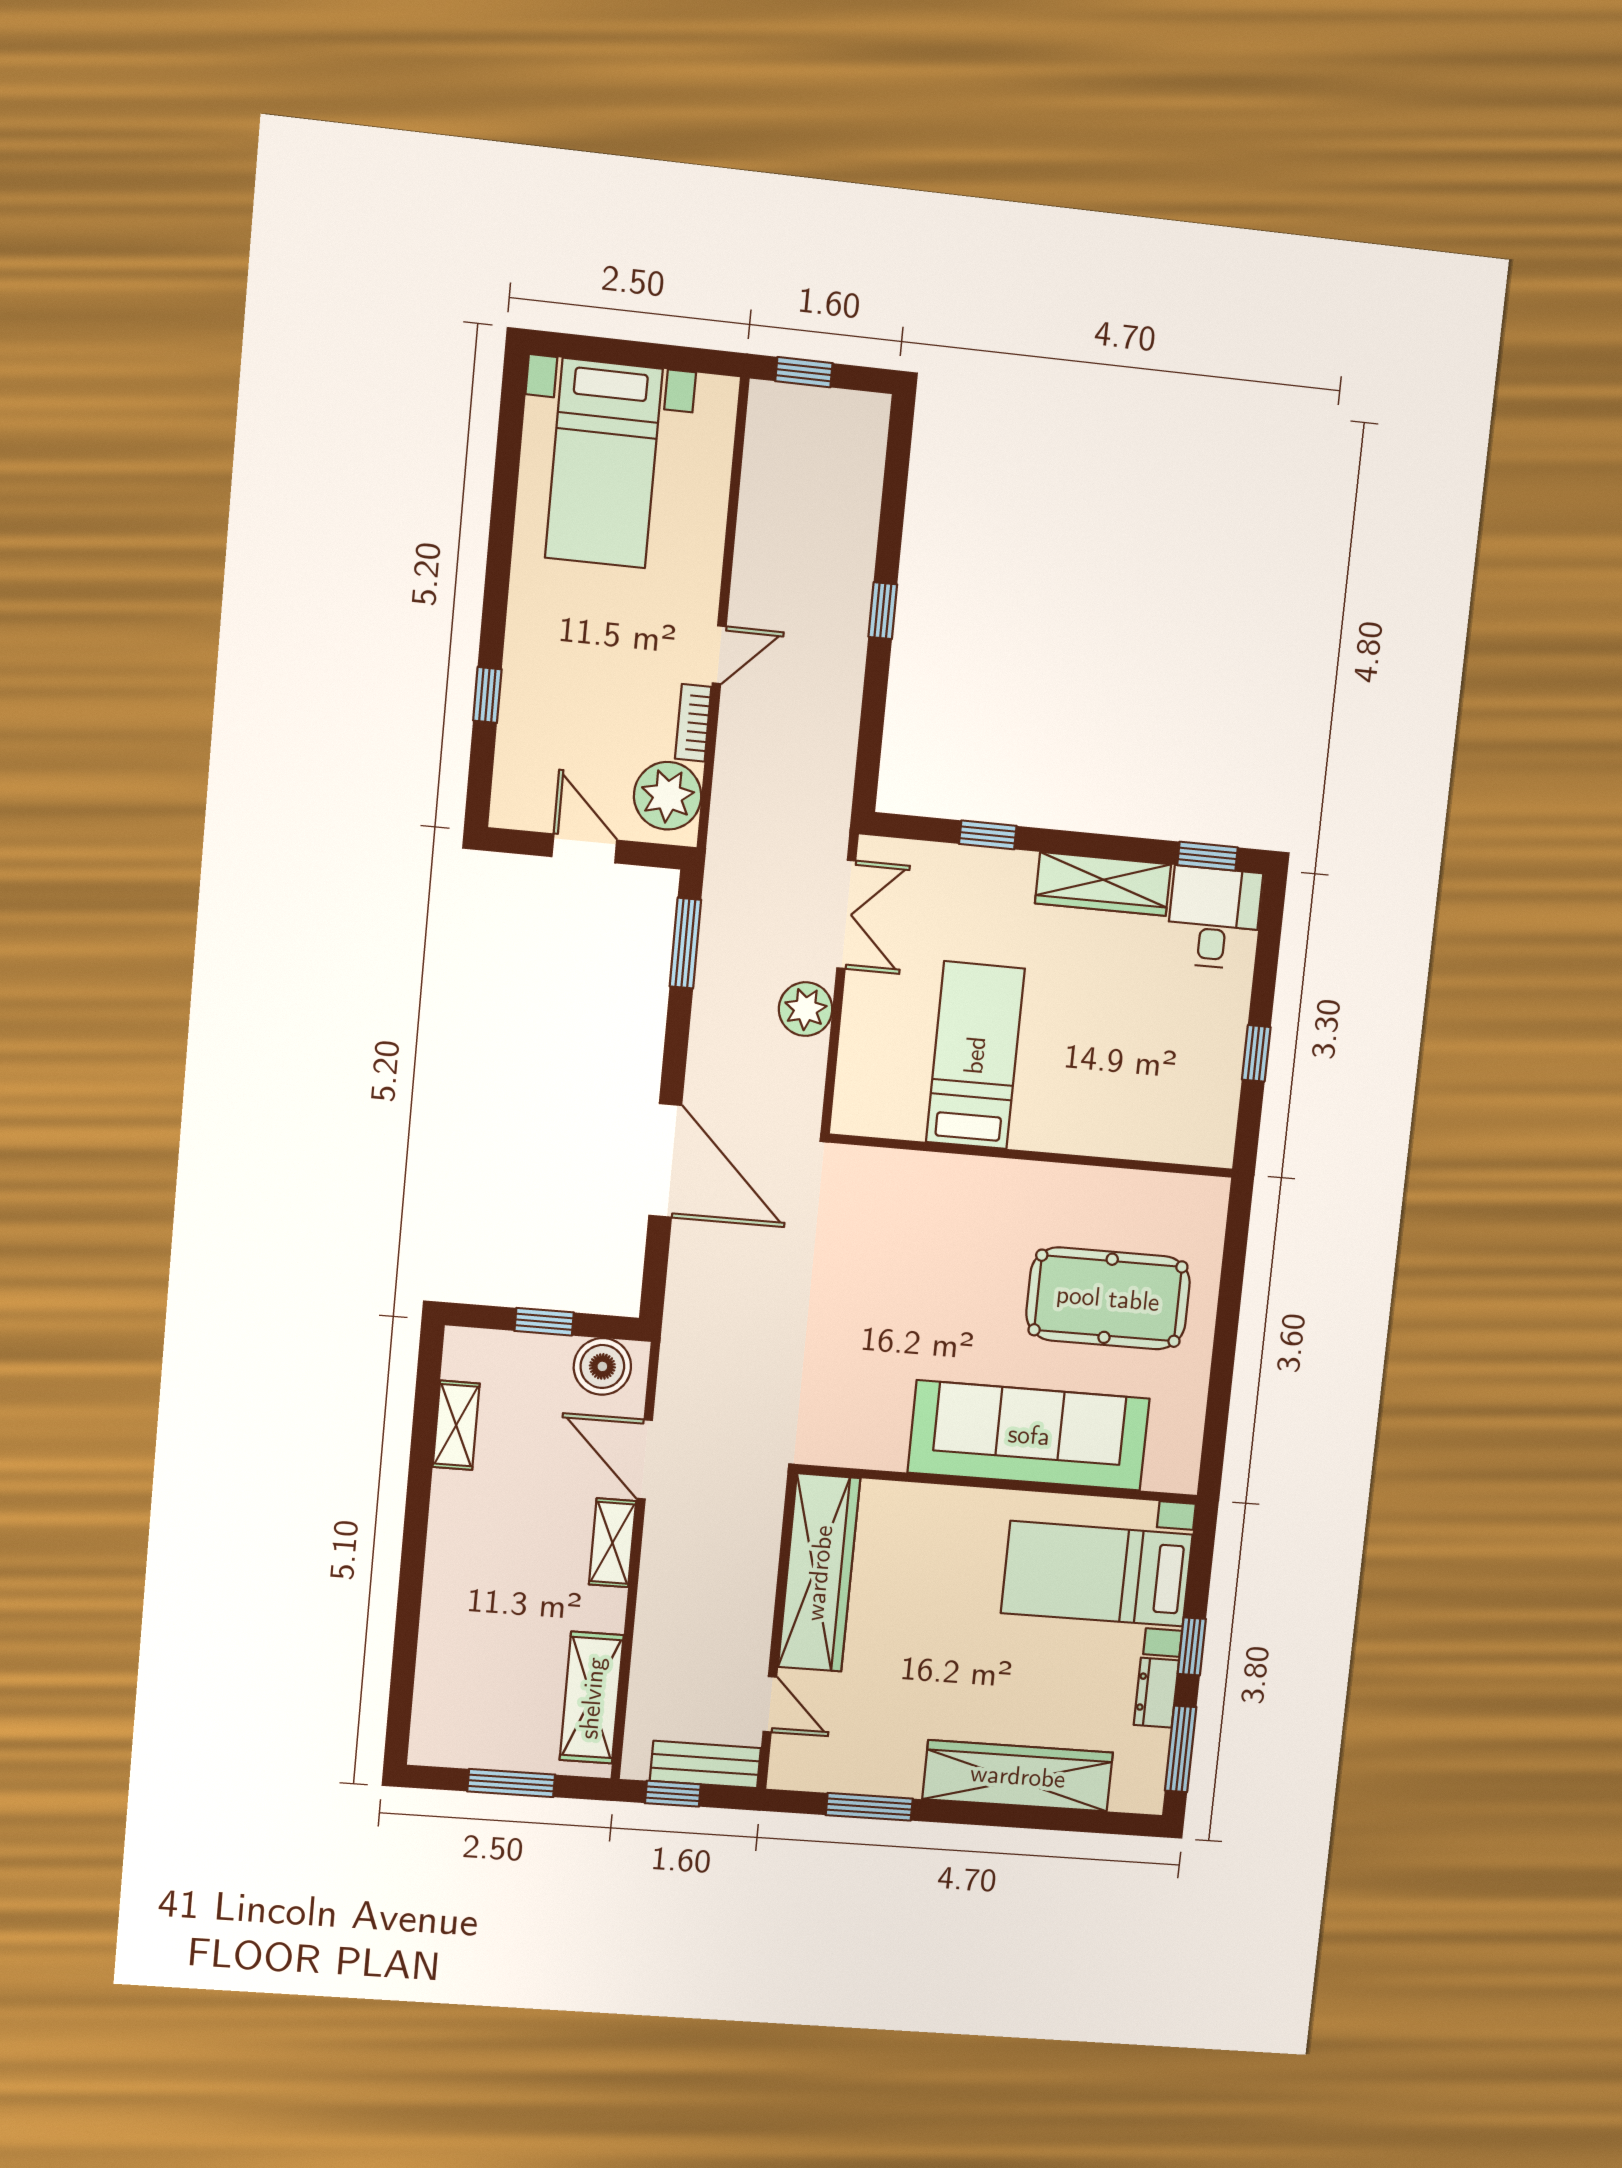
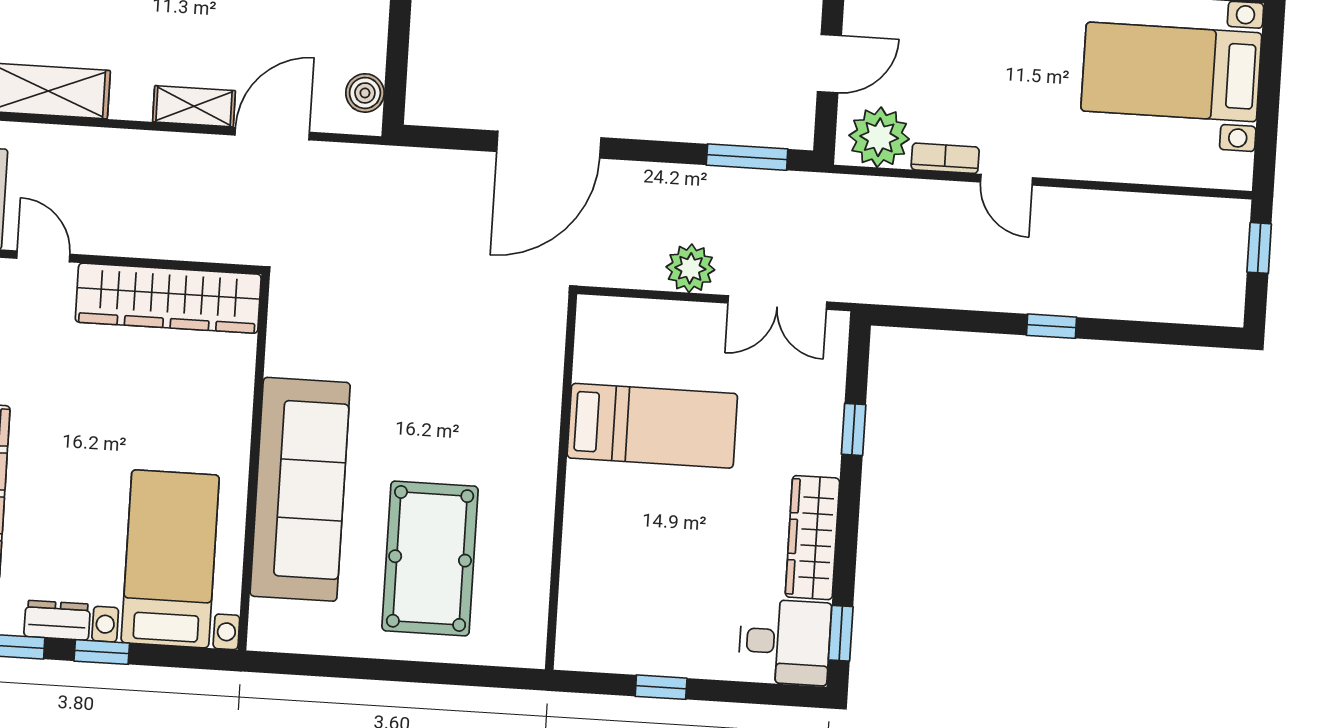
window: (544, 1322) -> (398, 38), removed
boiler: (602, 1366) -> (365, 93), width x0.73, depth x0.73
door: (770, 1704) -> (43, 256), swing flipped

